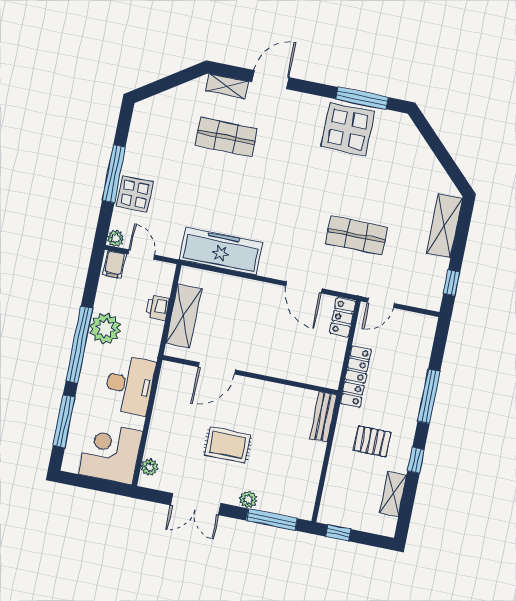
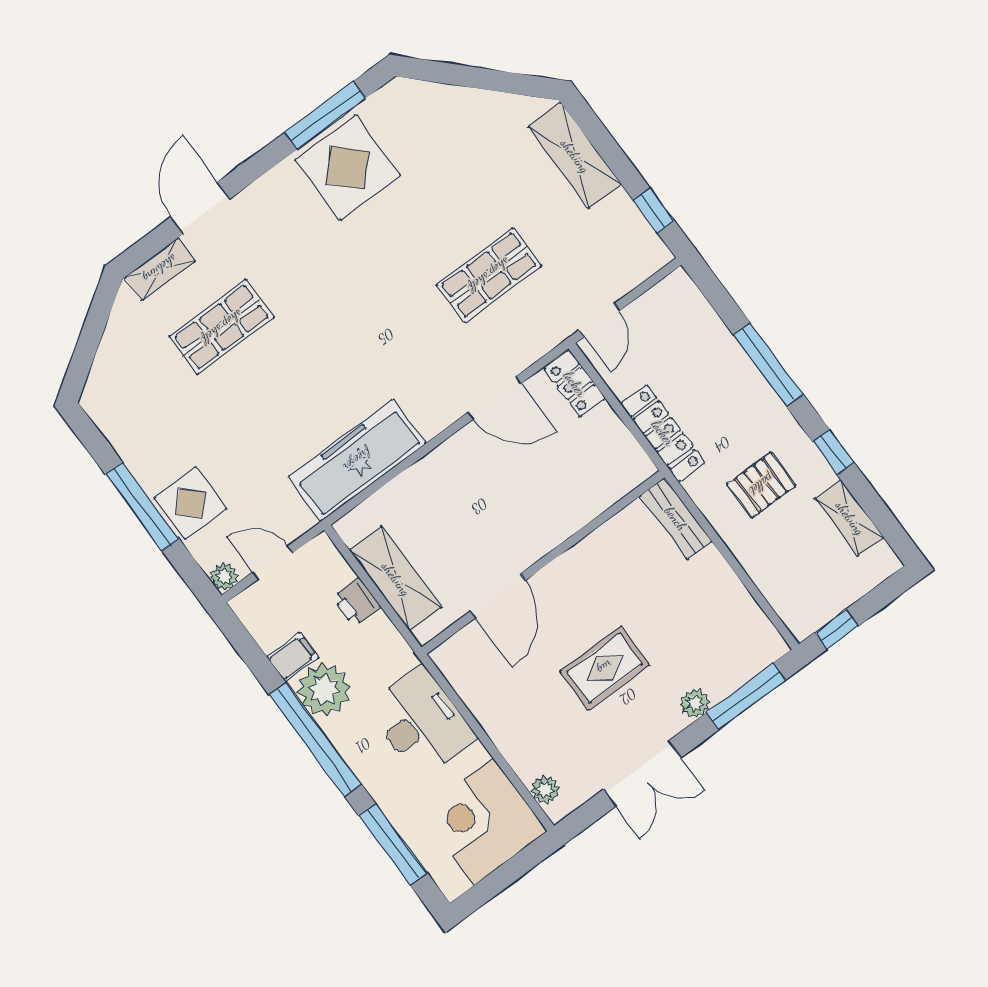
filing cabinet: (114, 264) -> (293, 657), moved, turned -90

